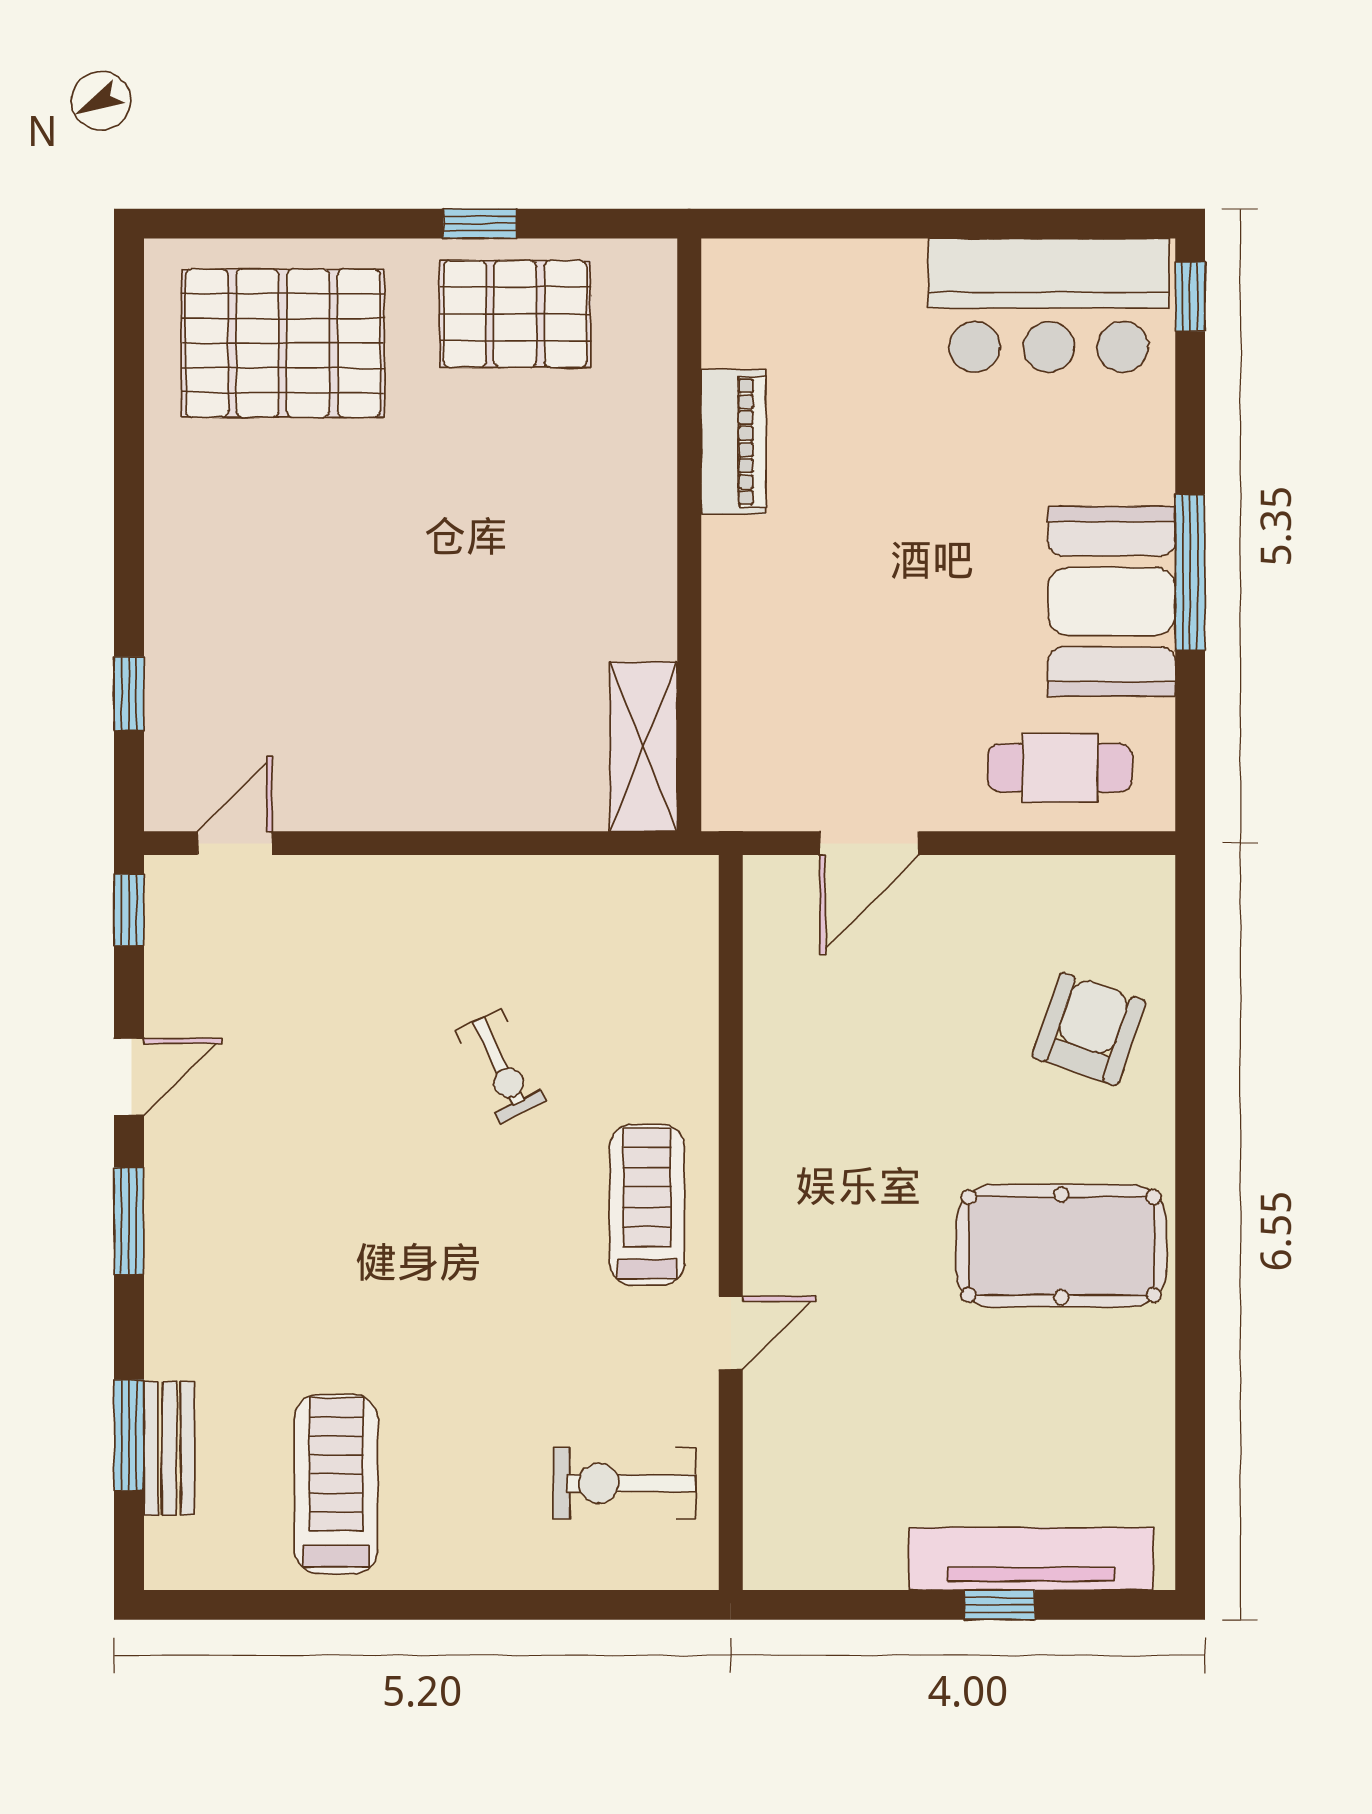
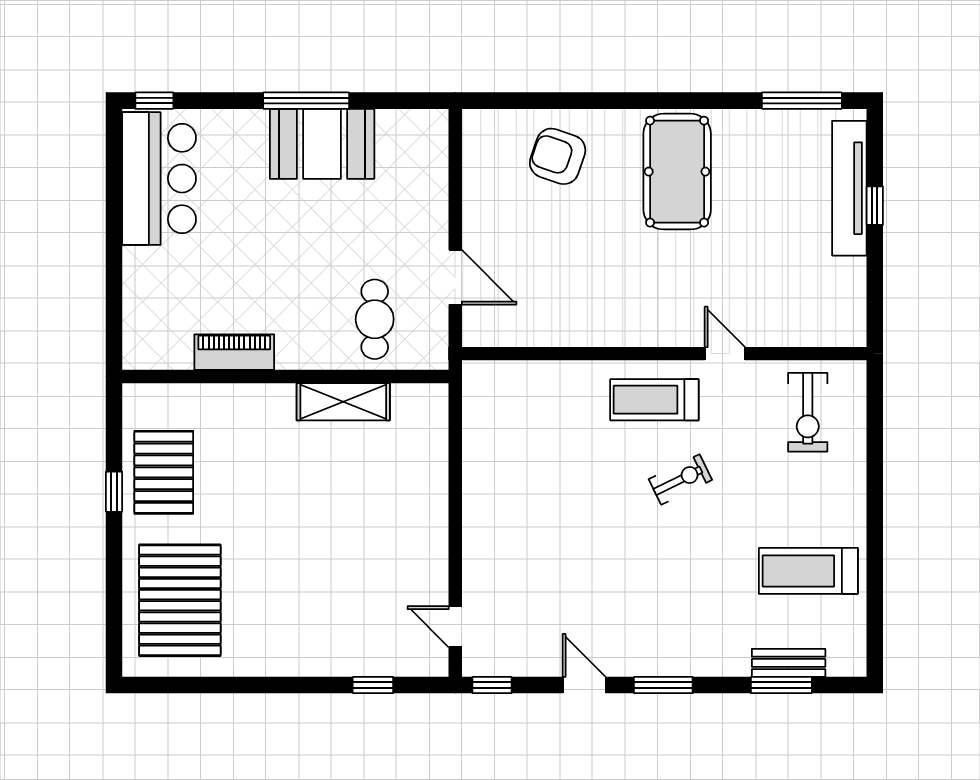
shelving: (643, 747) -> (343, 402), moved
cafe table: (1060, 768) -> (375, 319), moved
exercise bike: (501, 1066) -> (680, 480), moved
window: (1190, 1473) -> (802, 101), added

